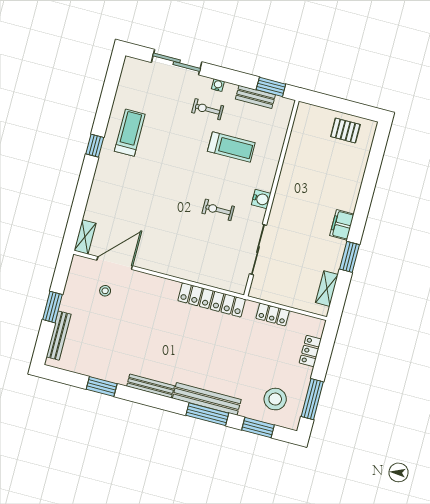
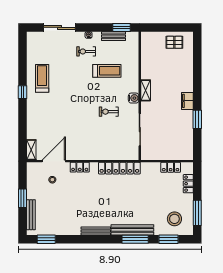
locker: (152, 283) -> (80, 167), added
shelving: (327, 289) -> (146, 90), moved
locker: (273, 315) -> (171, 167), moved
window: (102, 386) -> (46, 239), moved

